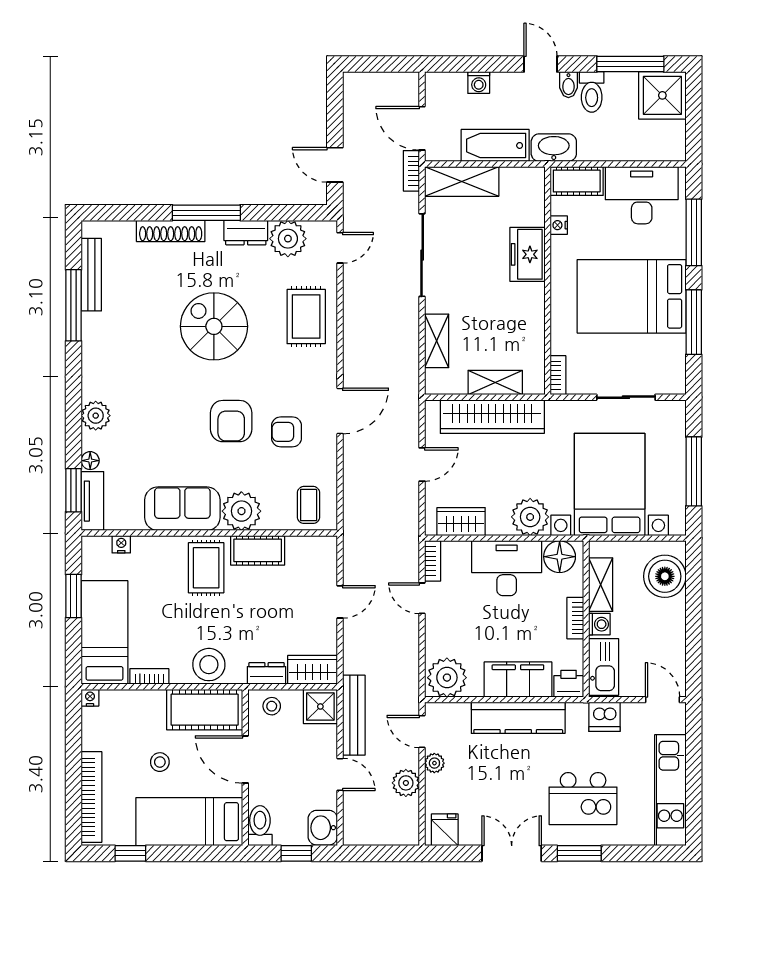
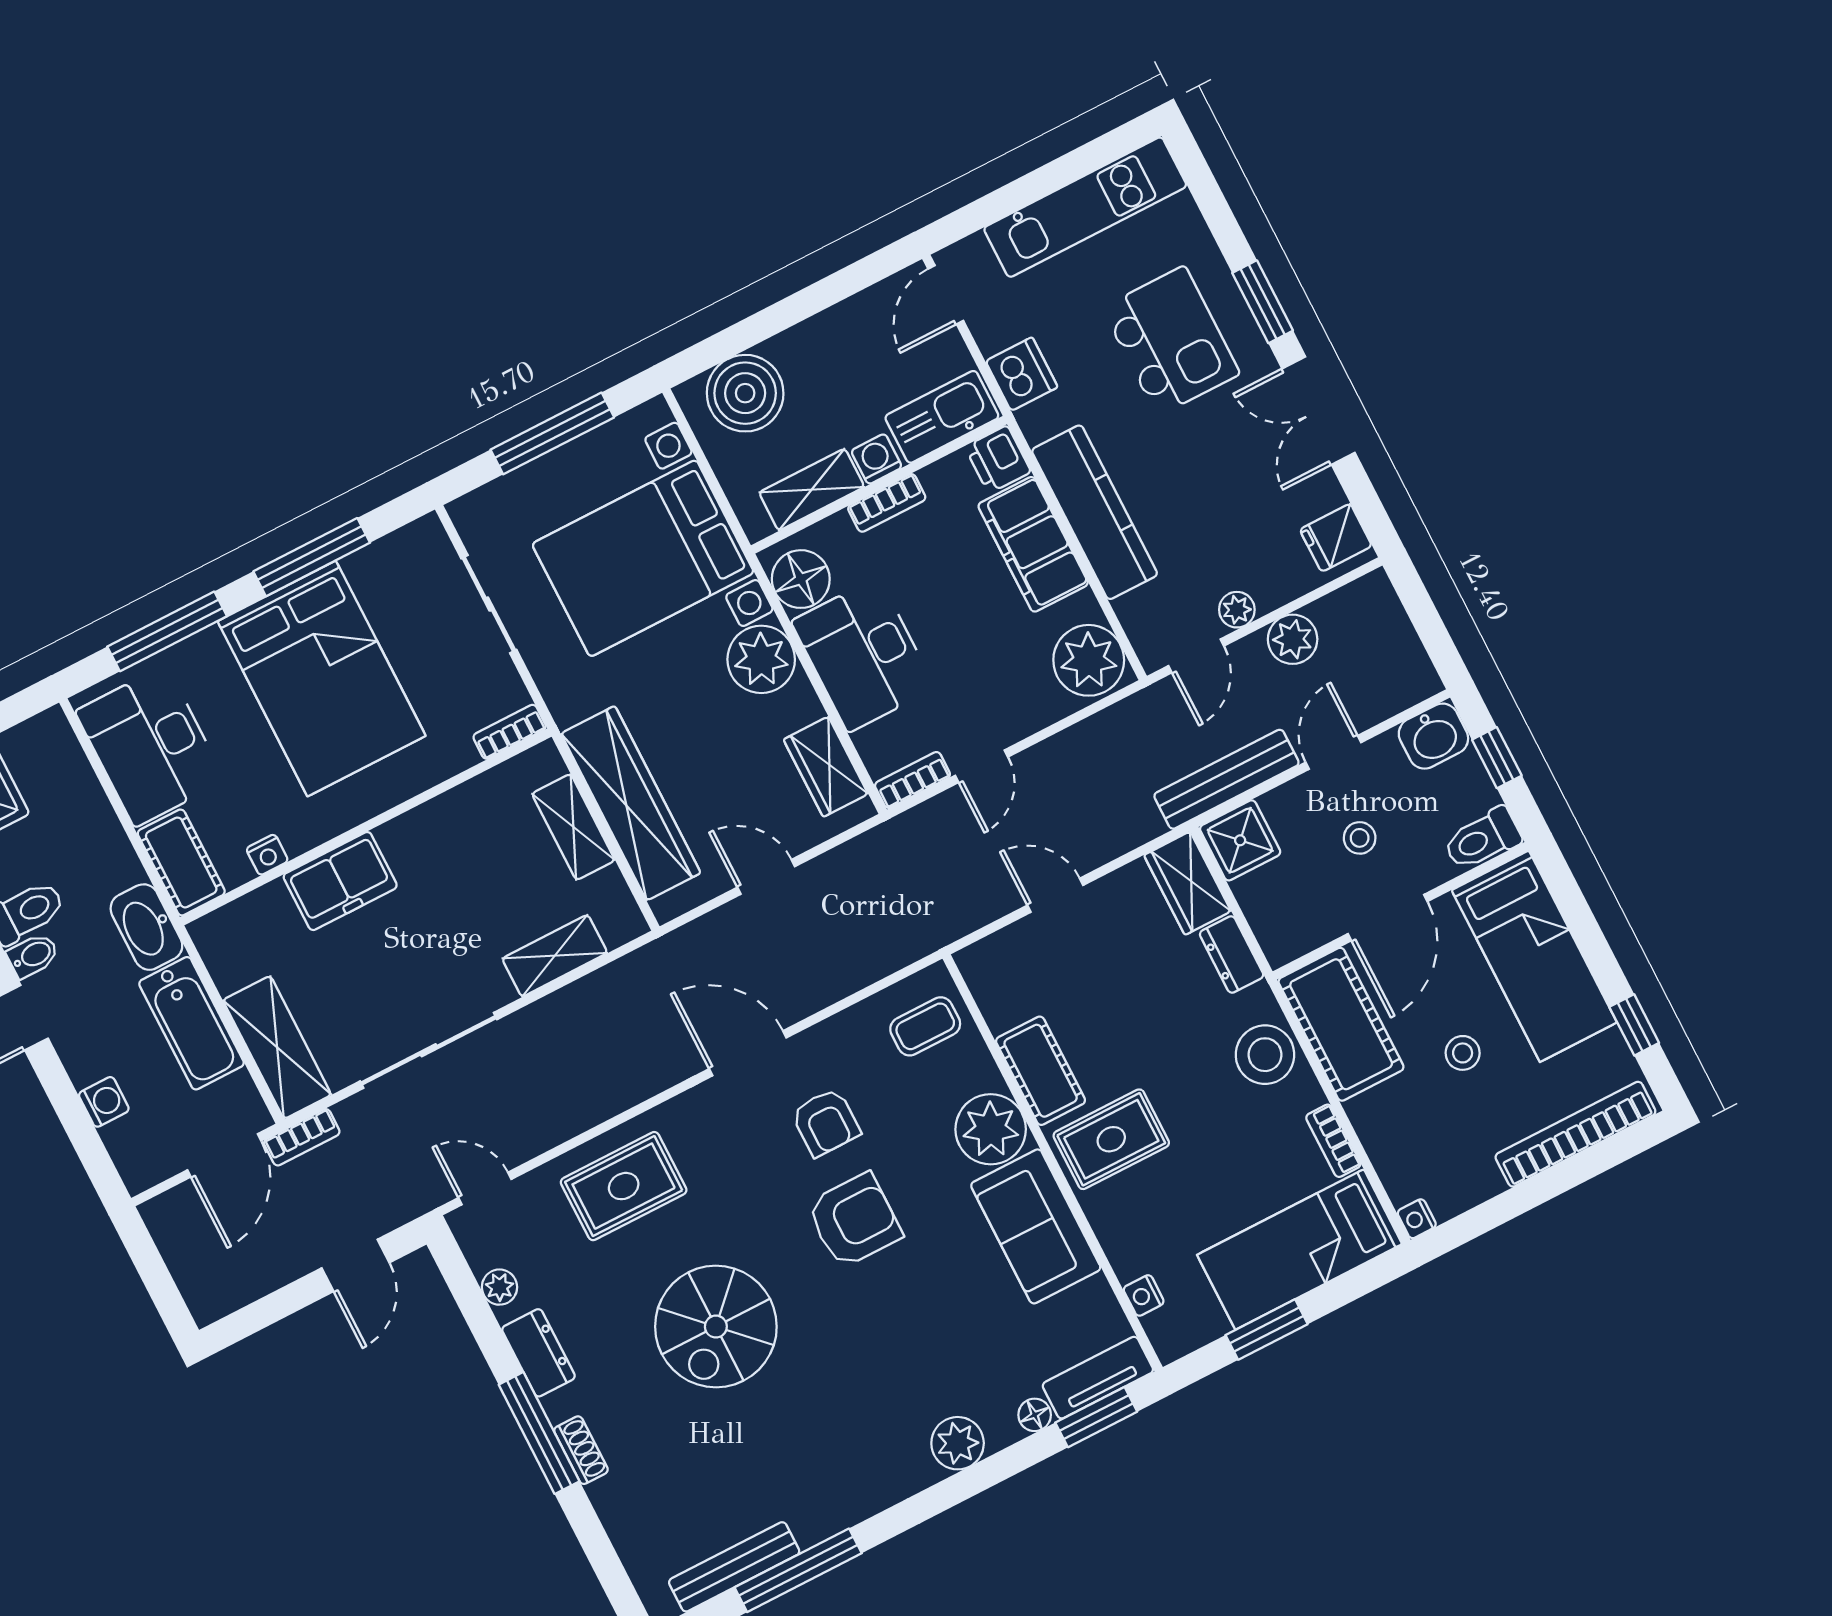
shoe rack: (171, 231) -> (581, 1450), width x0.51, depth x0.81
plant: (288, 239) -> (499, 1287), width x0.53, depth x0.53
stool: (272, 706) -> (1360, 838), moved

